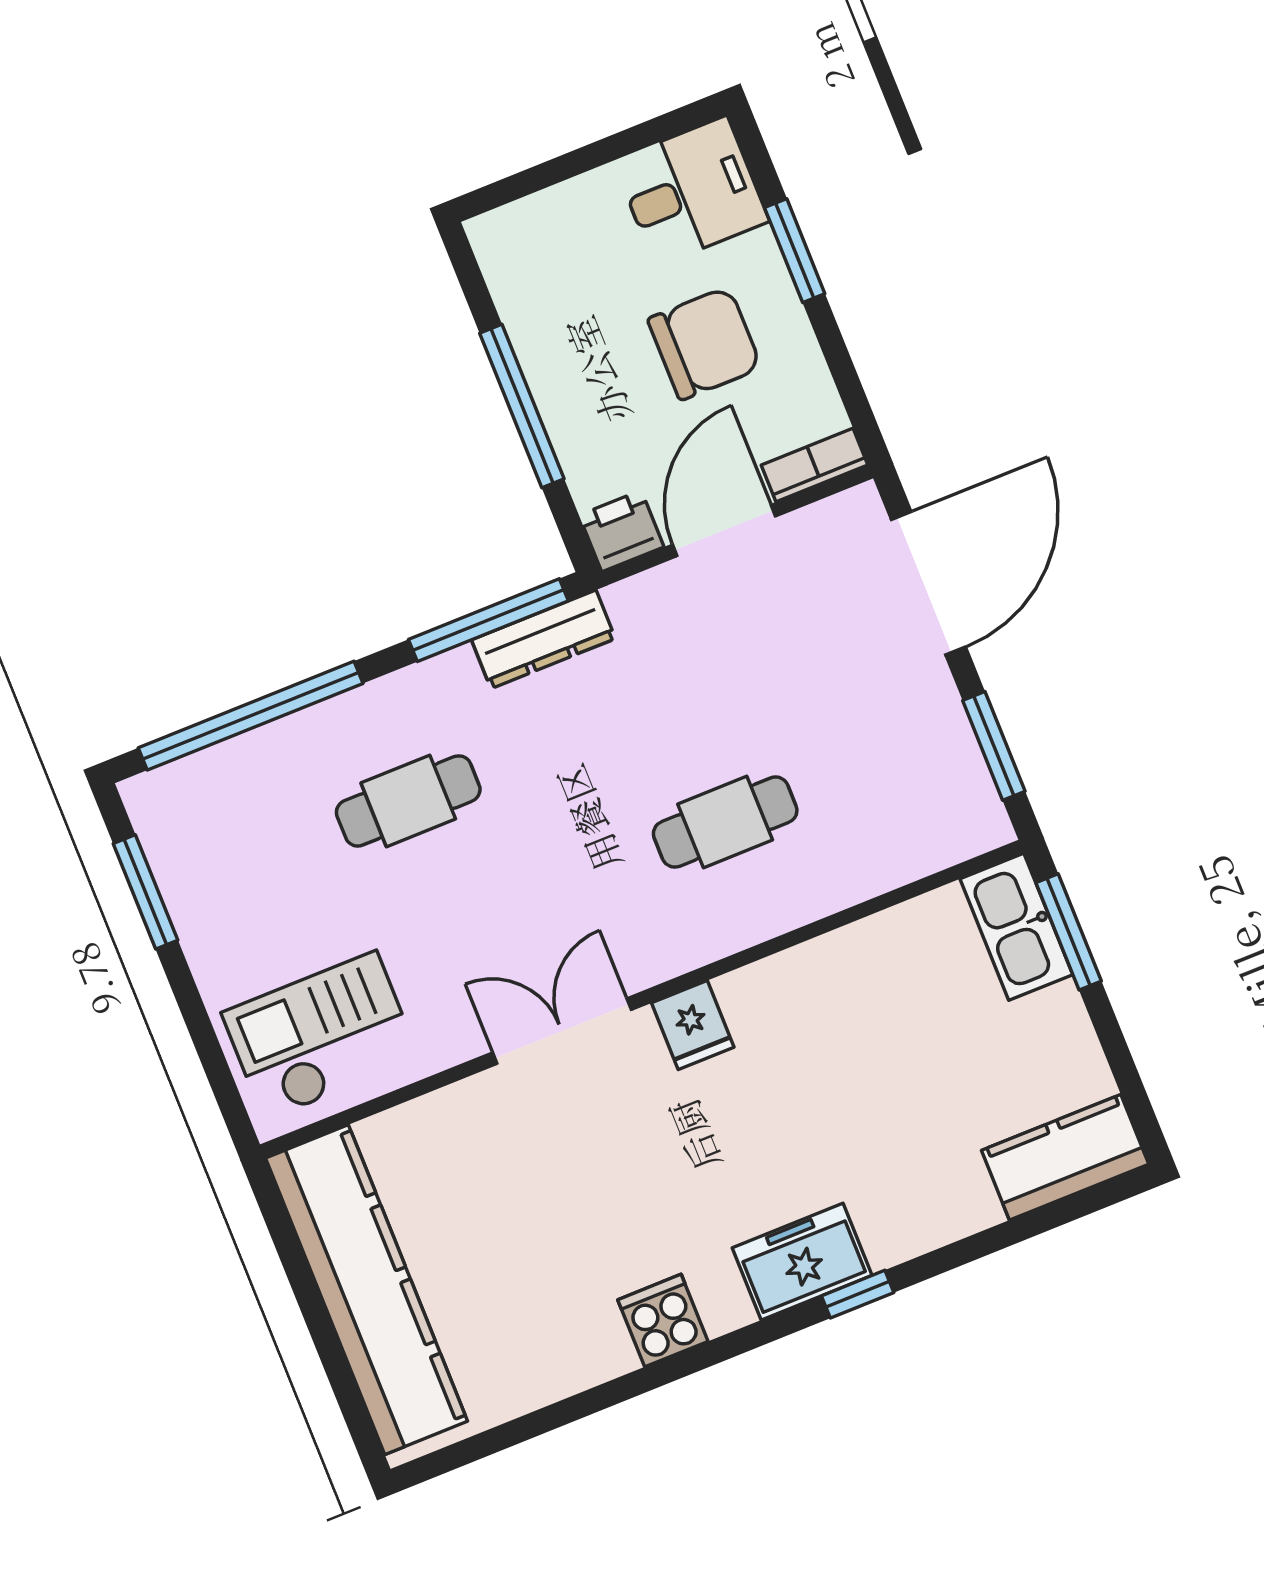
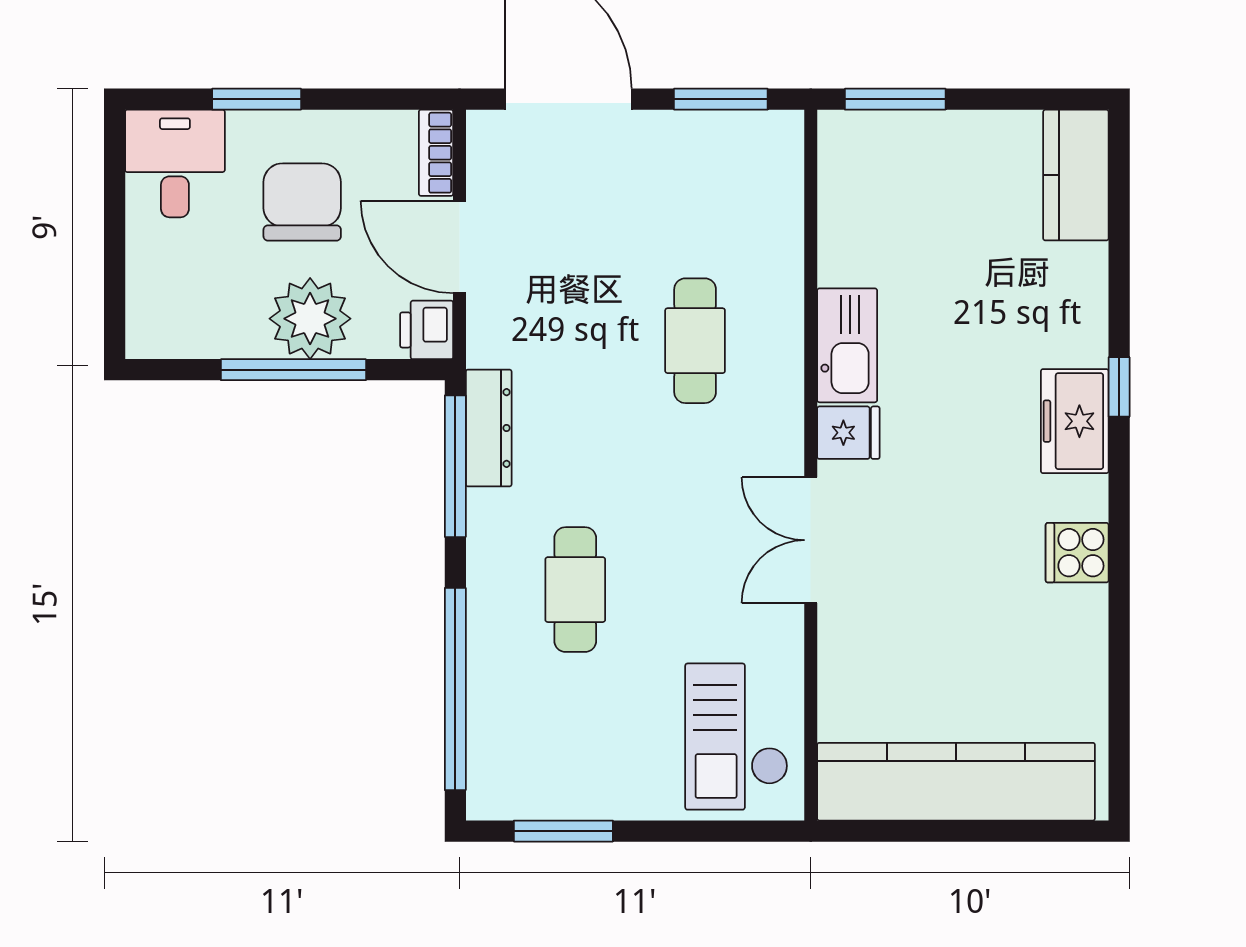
plant: (584, 402) -> (310, 319), added
kitchen sink: (1016, 927) -> (847, 345), moved, turned -90

